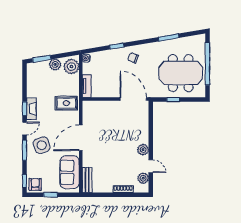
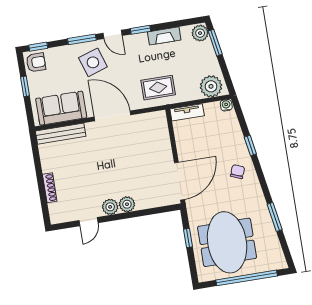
plant: (55, 64) -> (200, 33), moved
rug: (66, 103) -> (158, 88), turned 90
fireplace: (31, 109) -> (164, 36), moved
plant: (143, 178) -> (127, 204), moved
bench: (87, 180) -> (61, 134), width x1.36

